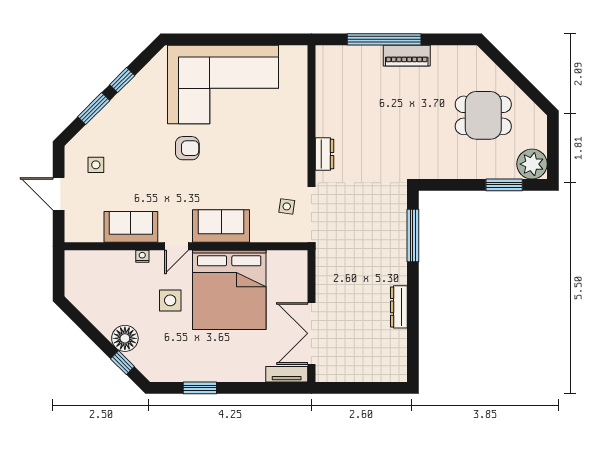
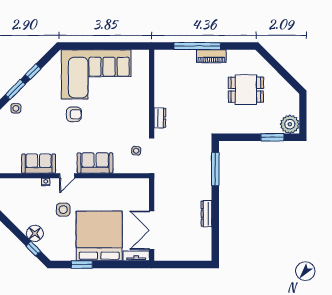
dining table: (483, 115) -> (246, 90), moved
side table: (96, 165) -> (16, 108), moved
bed: (229, 290) -> (99, 236), moved, turned 180

